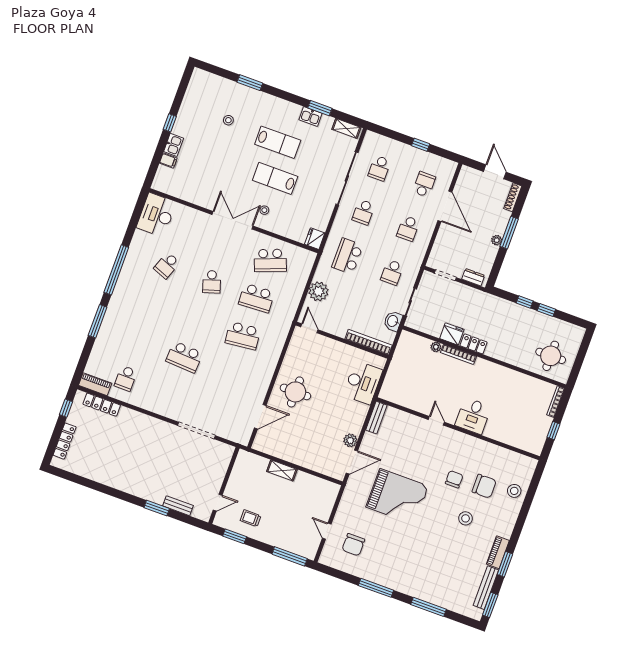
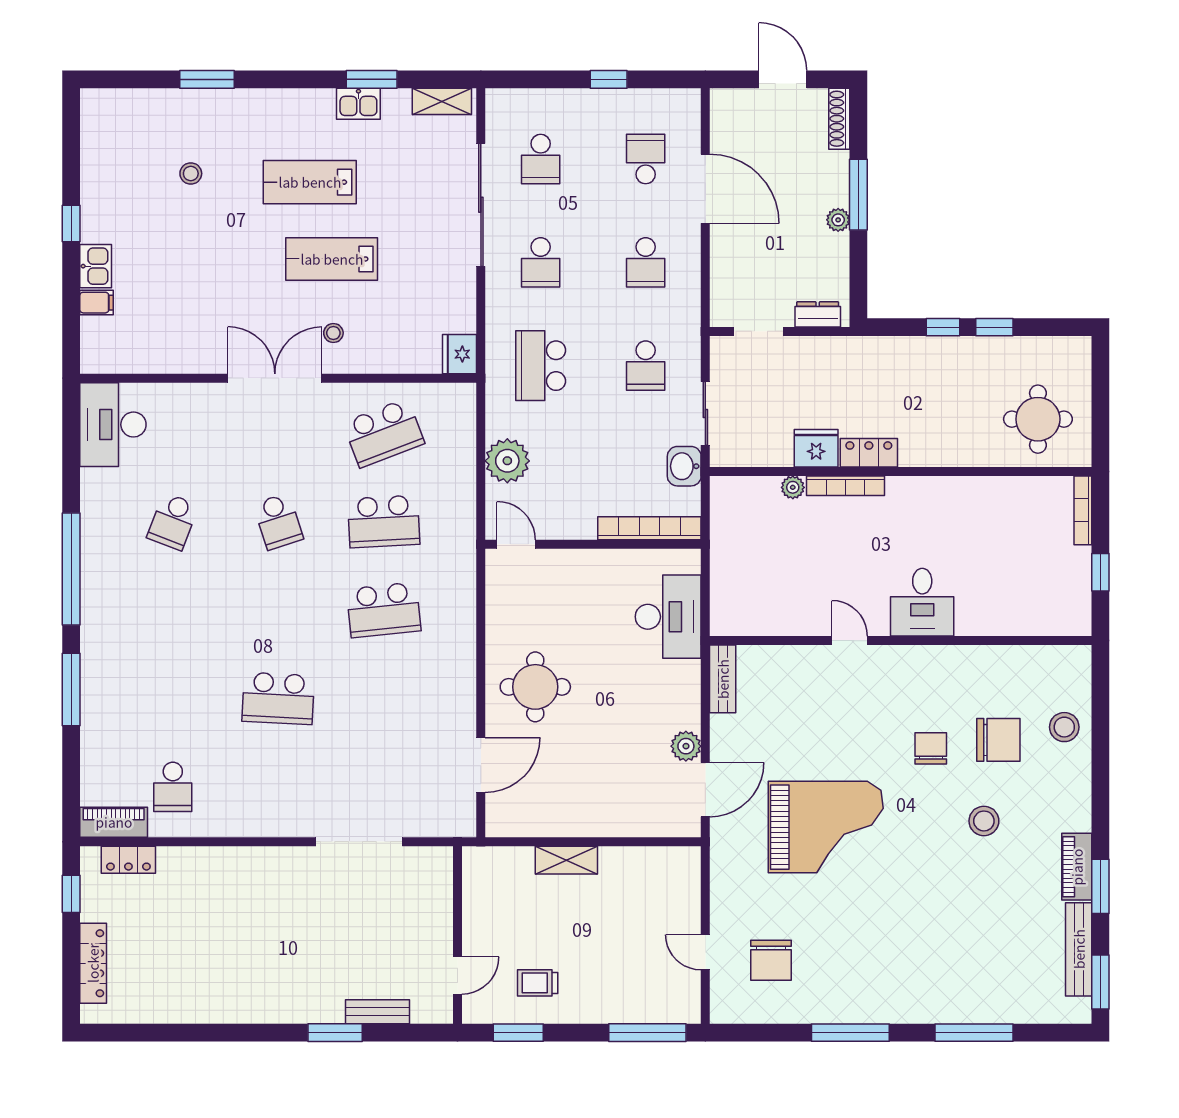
lab bench: (278, 142) -> (310, 182), turned 180
locker: (102, 405) -> (128, 860), width x0.66

